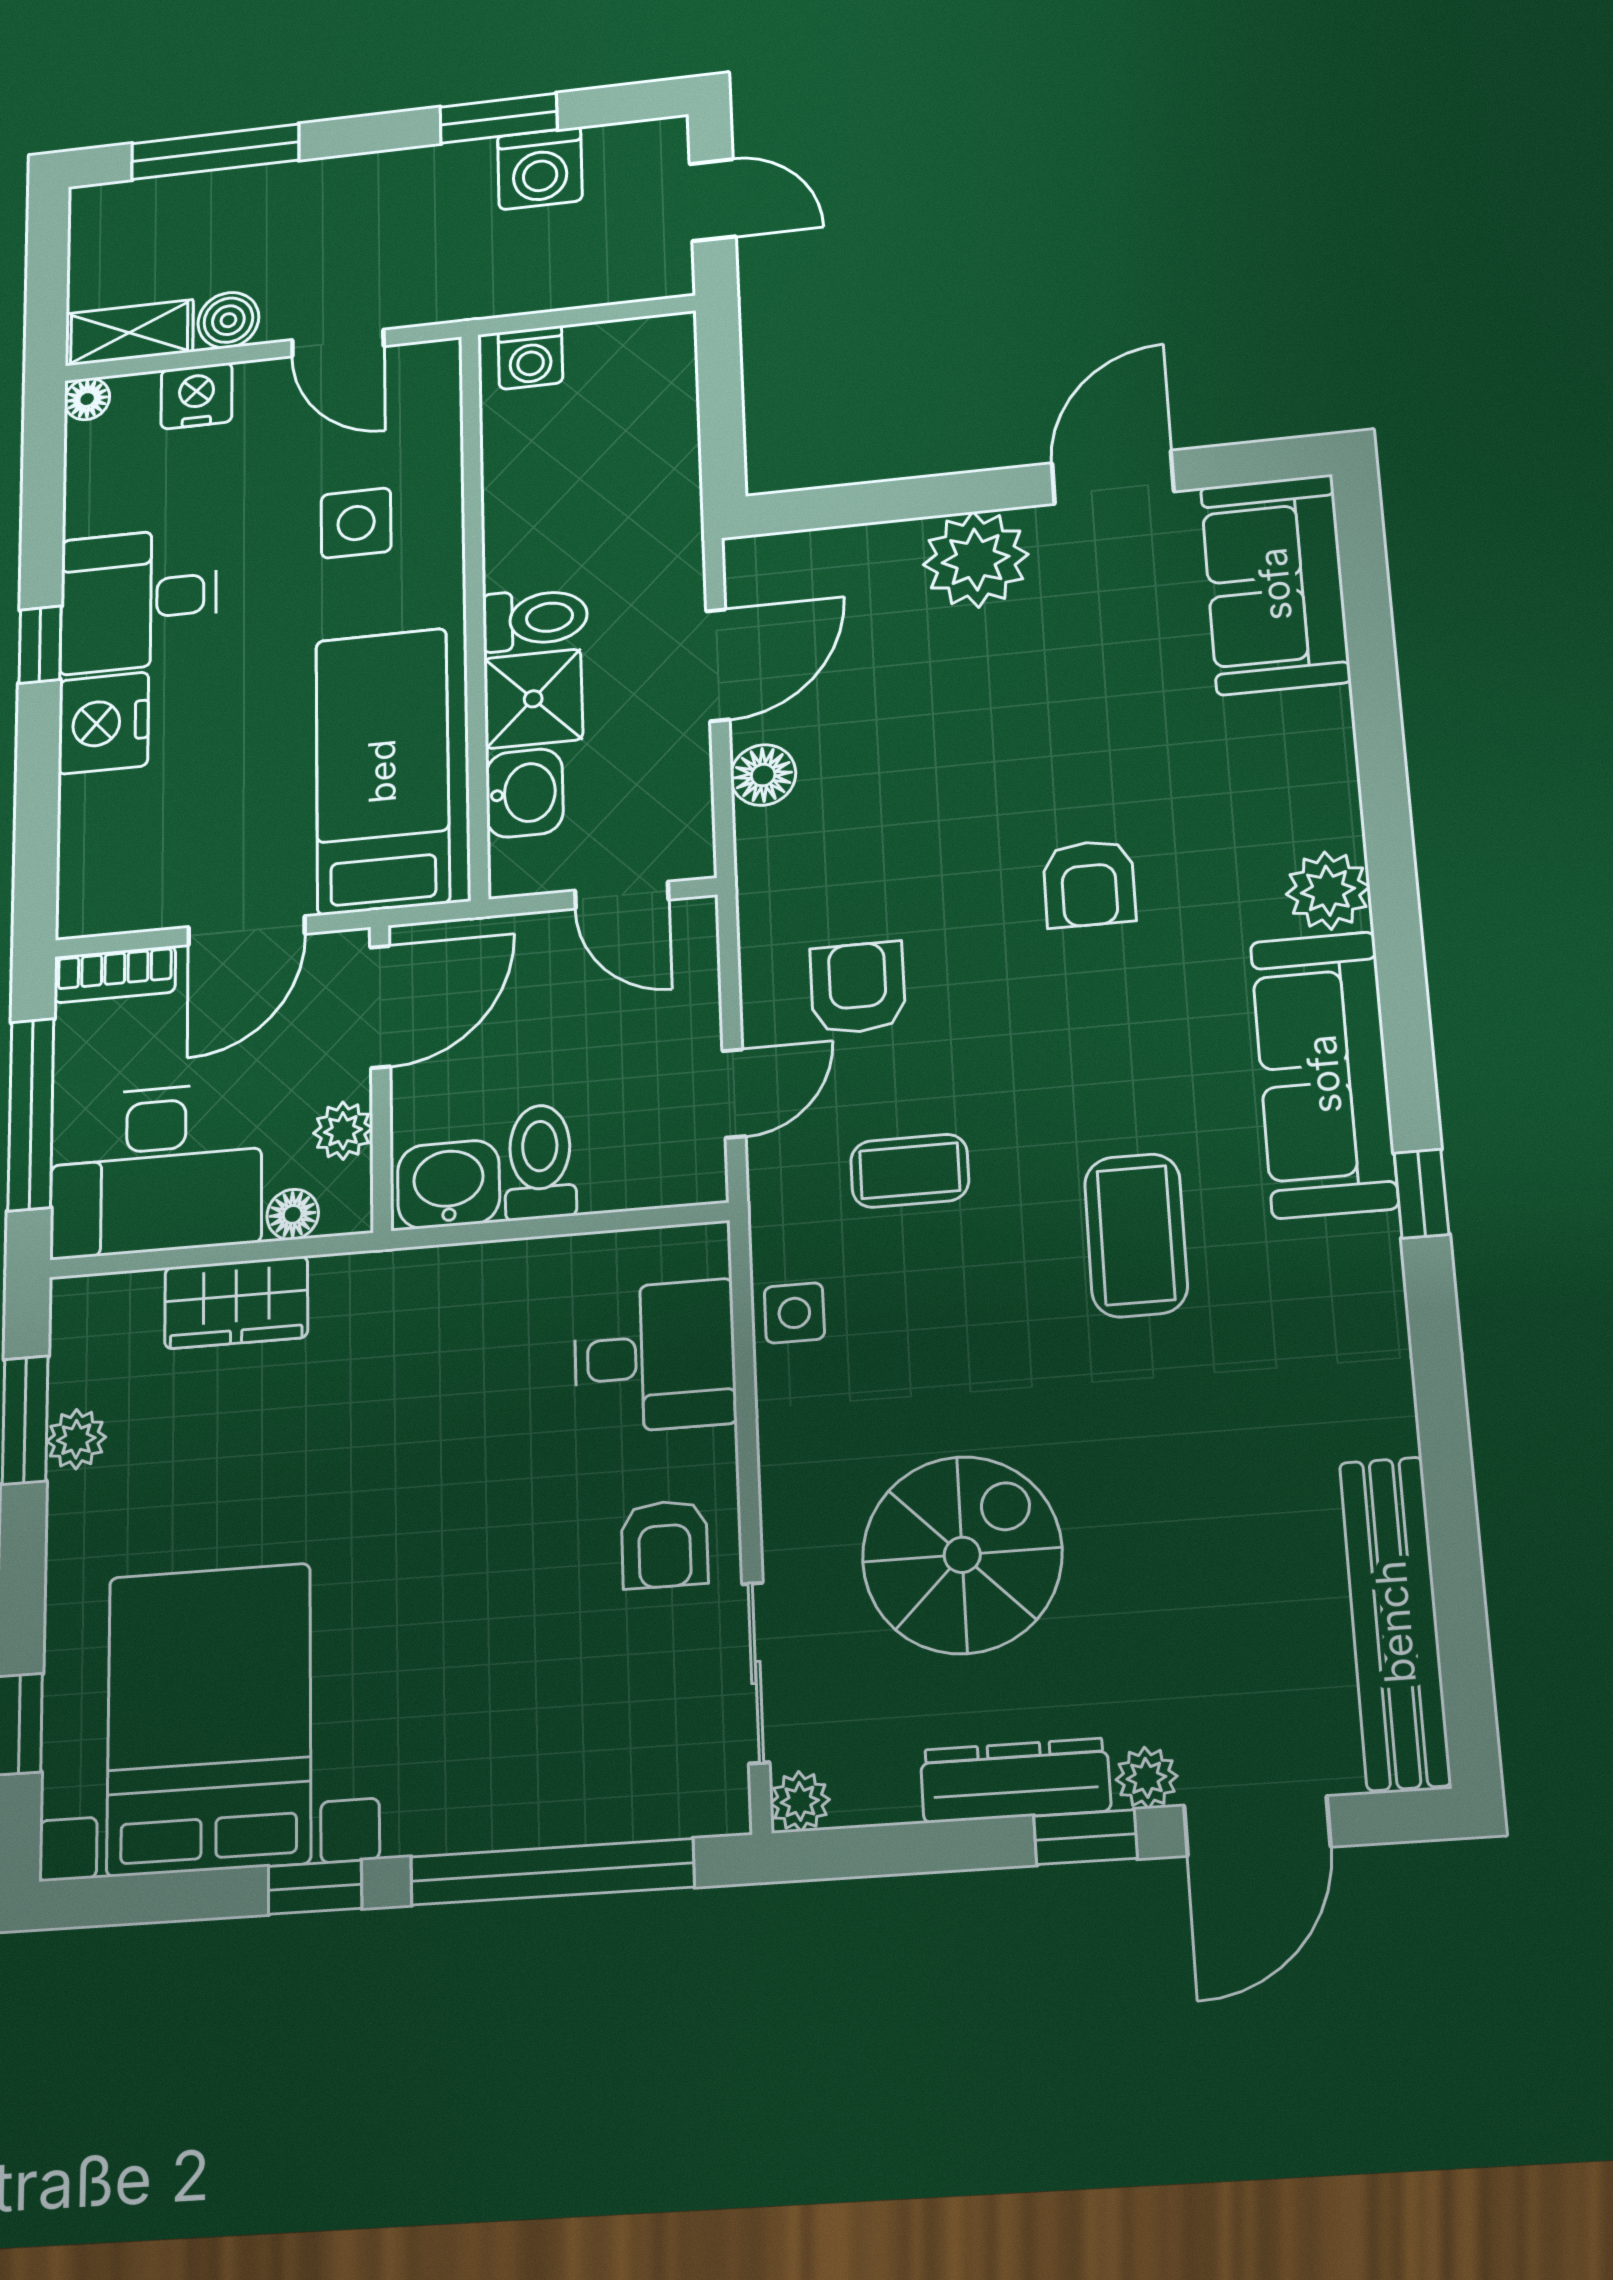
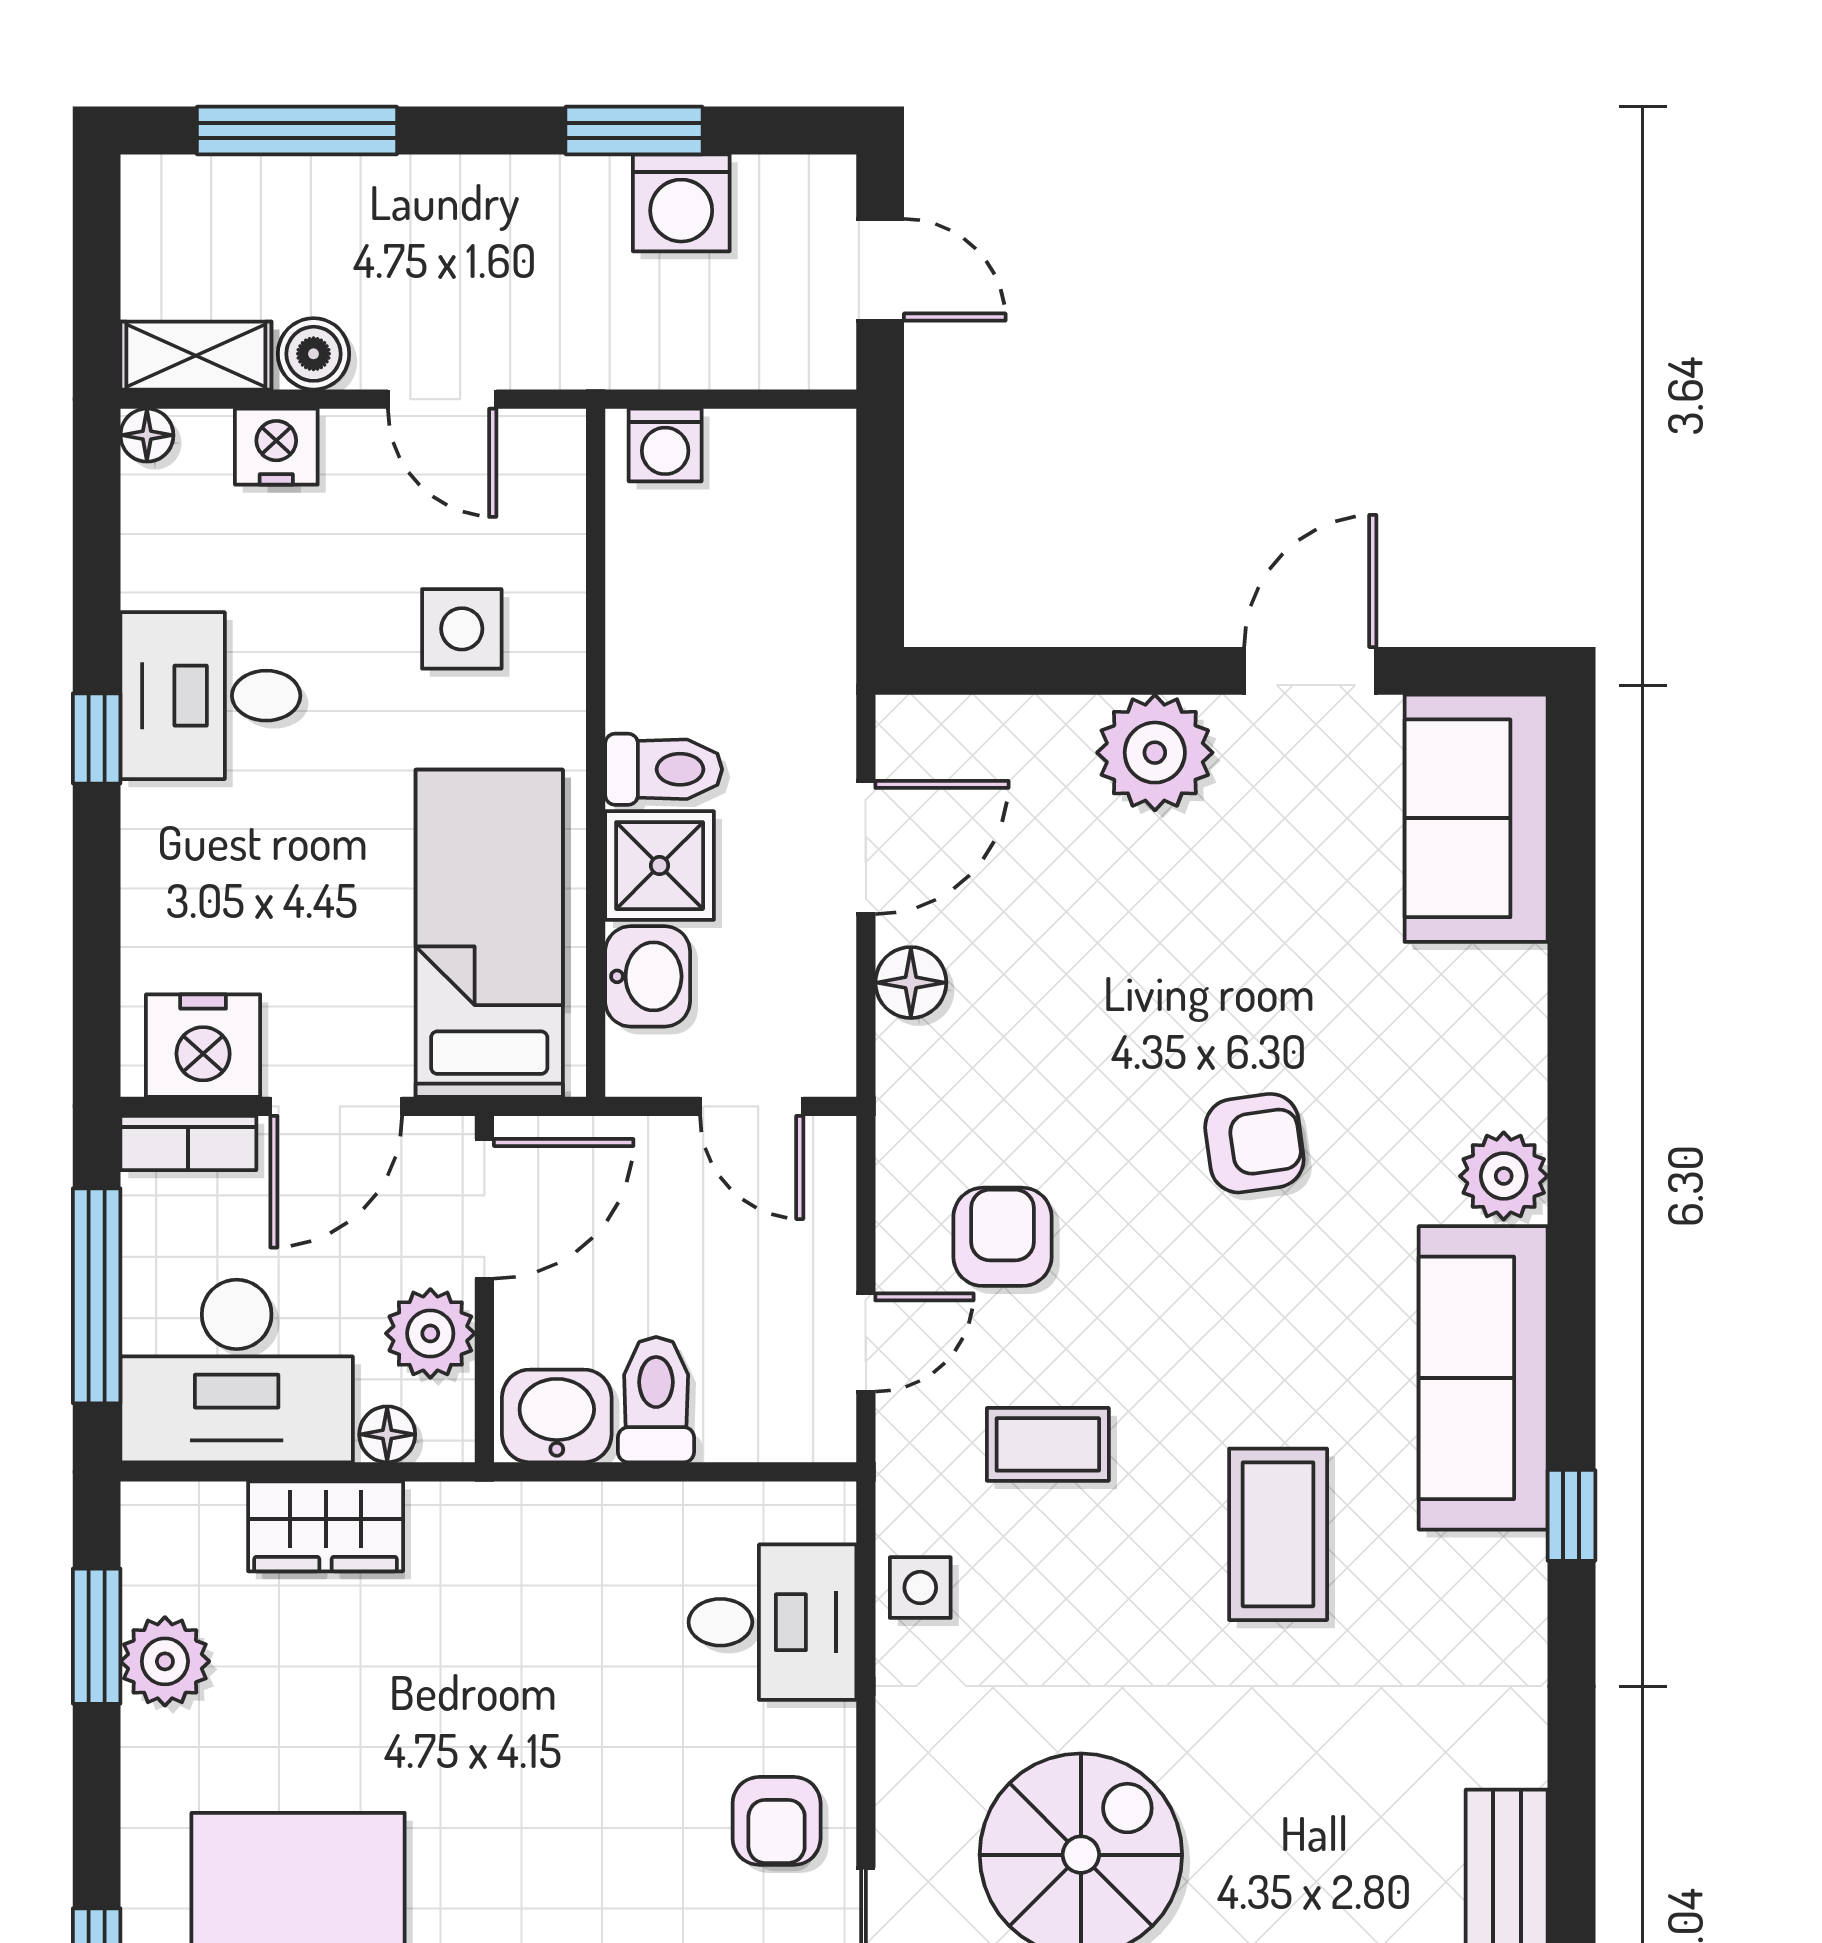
nightstand: (103, 723) -> (203, 1046), moved, turned -90
armchair: (1089, 884) -> (1254, 1143), turned -98
plant: (343, 1131) -> (430, 1333), width x1.38, depth x1.38
plant: (76, 1439) -> (165, 1661), width x1.38, depth x1.38

